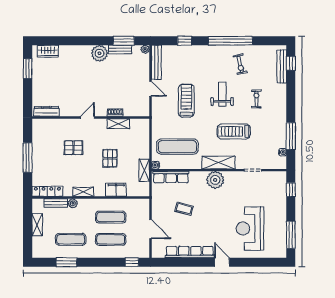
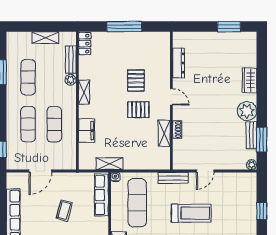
wardrobe: (48, 51) -> (249, 80), moved
bench: (156, 62) -> (173, 178), moved, width x0.73
dresser: (46, 111) -> (179, 63), moved
pallet: (110, 158) -> (138, 110), moved
locker: (47, 191) -> (85, 44), width x0.66

